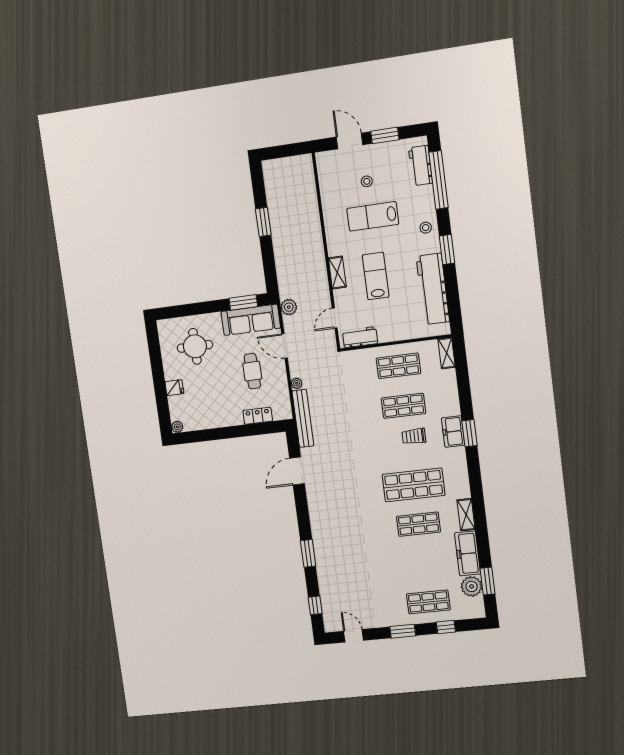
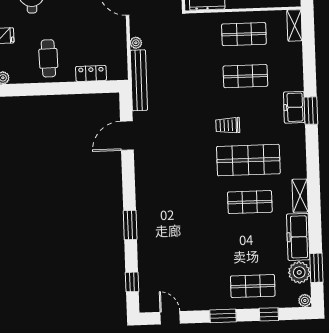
cafe table: (252, 371) -> (48, 58), moved
trolley: (414, 436) -> (228, 125), moved
plant: (479, 612) -> (305, 301), added

